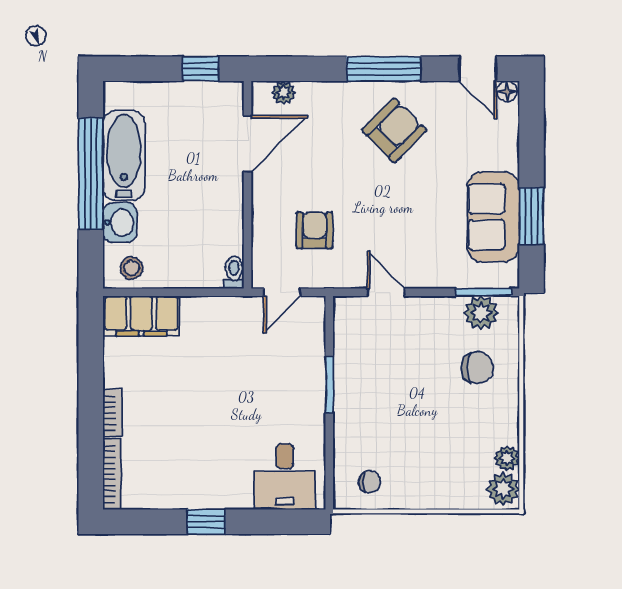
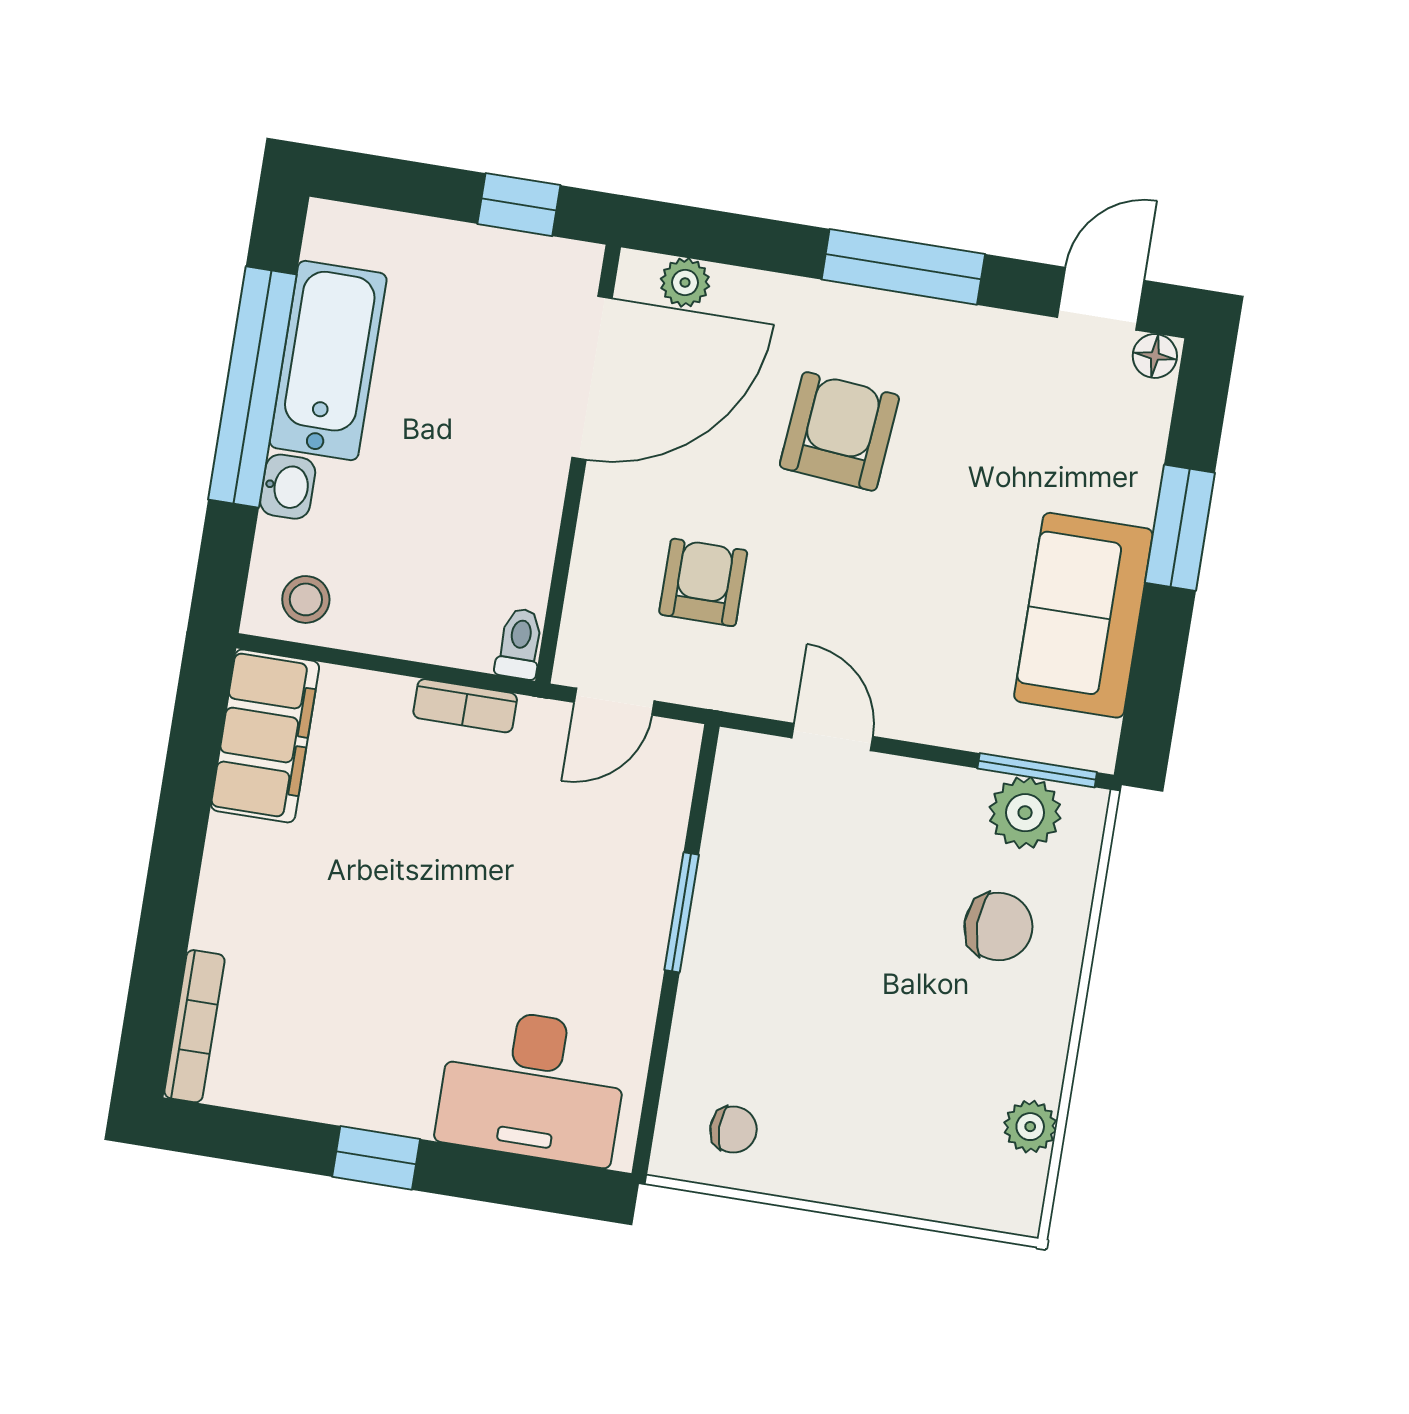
door: (478, 69) -> (1101, 299), swing flipped
armchair: (394, 130) -> (839, 431), moved, turned -40
door: (248, 144) -> (592, 378), width x1.36
window: (532, 216) -> (1180, 528), moved
washbasin: (120, 223) -> (288, 487), width x0.72, depth x0.69
filing cabinet: (141, 316) -> (265, 736), moved, turned -90
bookcase: (112, 413) -> (465, 706), moved, turned 90
desk: (285, 477) -> (533, 1086), width x1.37
plant: (503, 489) -> (1012, 1190), removed

